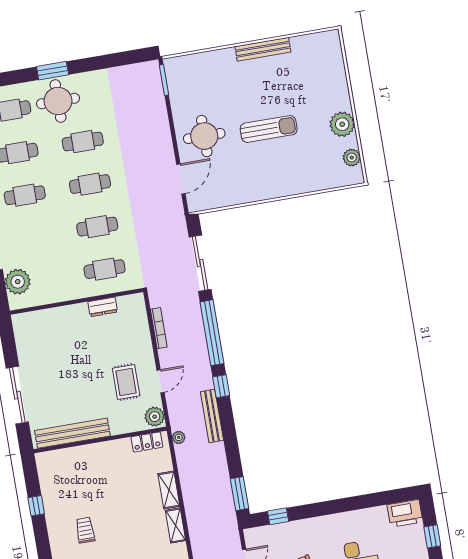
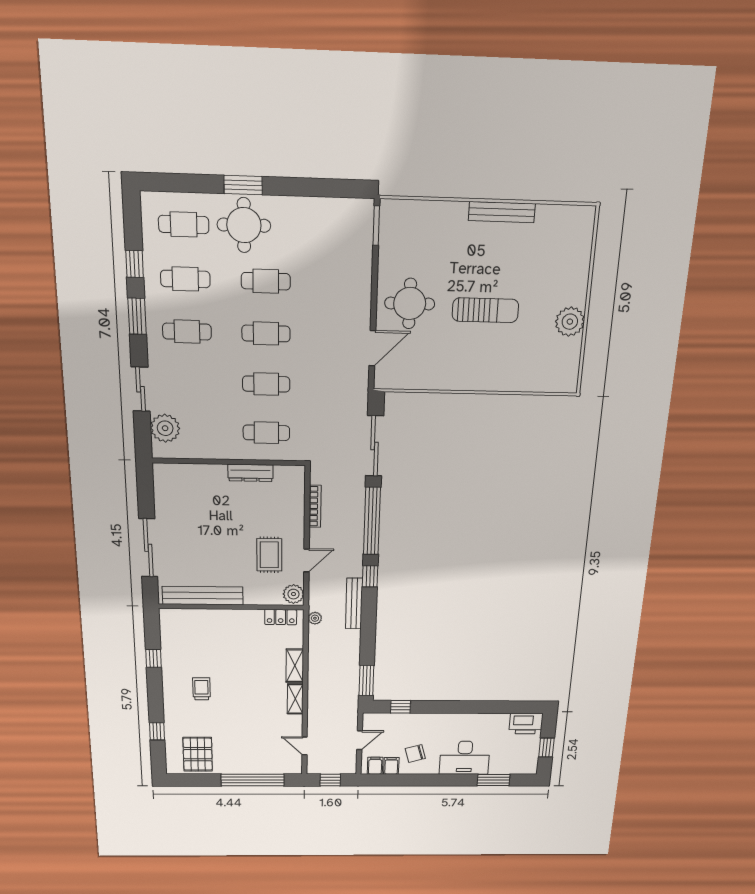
plant: (352, 158) -> (570, 362), removed
dresser: (103, 307) -> (250, 473), width x1.44

